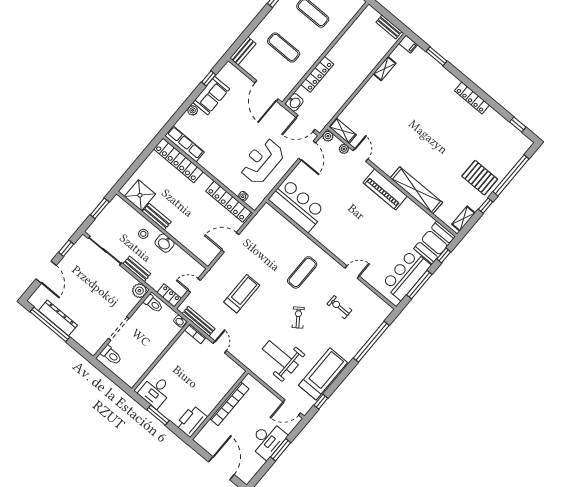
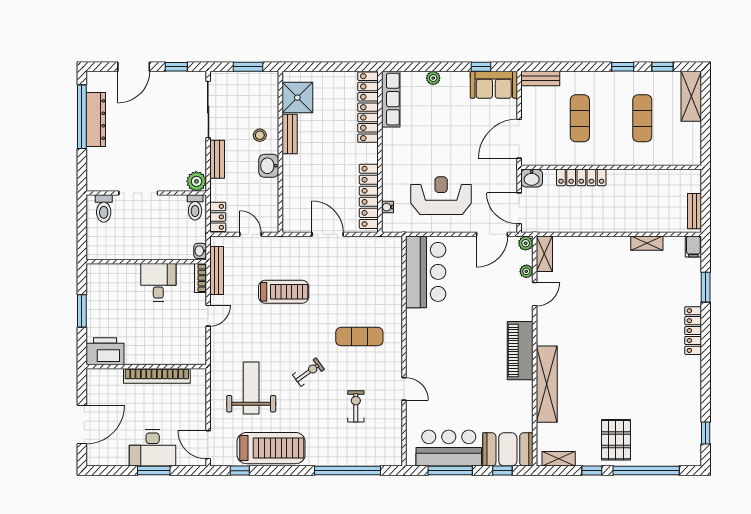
sofa: (211, 96) -> (494, 85), moved
locker: (472, 98) -> (693, 331), moved
desk: (156, 391) -> (158, 282), moved, turned 90

